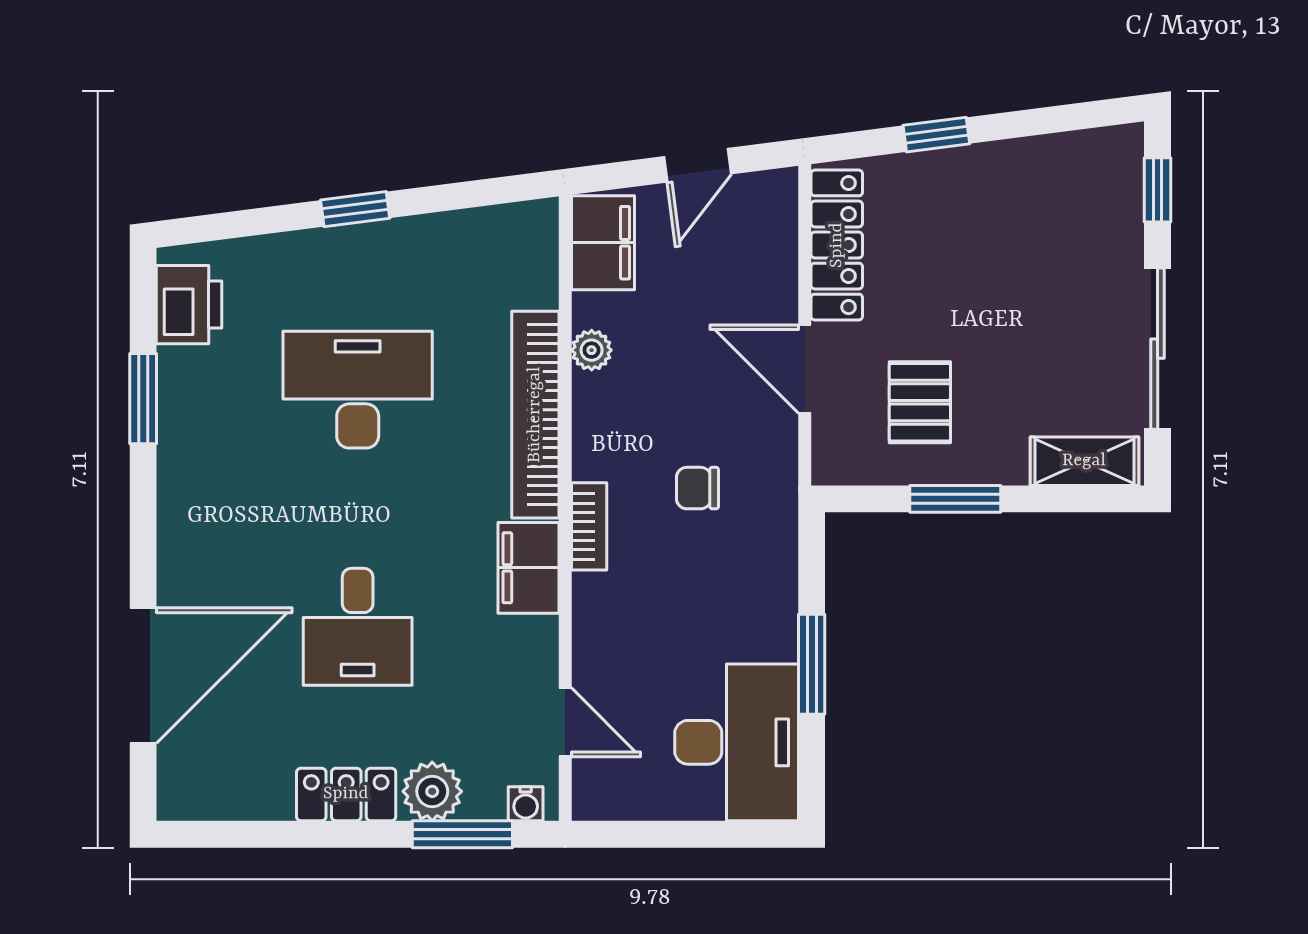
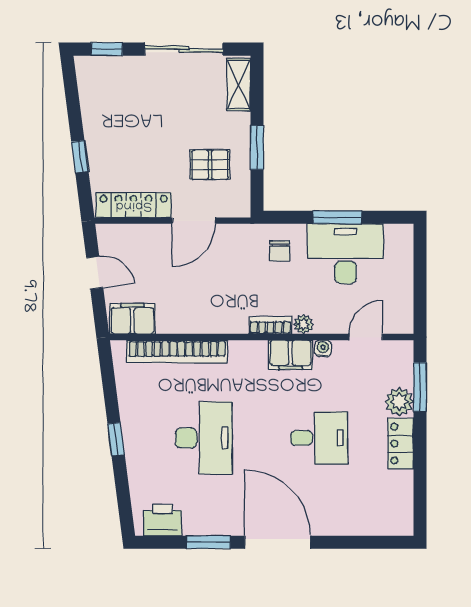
plant: (592, 350) -> (303, 324), moved
desk: (358, 390) -> (204, 438), turned 180
bookcase: (535, 415) -> (177, 352), moved
chair: (697, 488) -> (280, 251), moved
door: (143, 676) -> (278, 542), moved
desk: (737, 742) -> (346, 254), moved
water cooler: (526, 804) -> (323, 349), moved, turned -90

